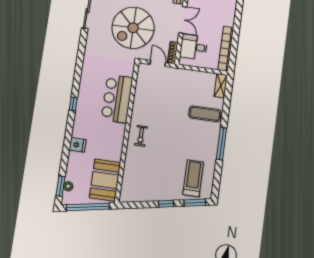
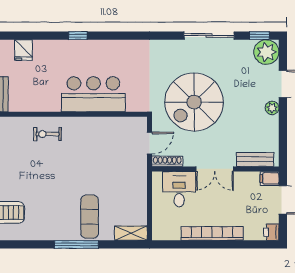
spiral stairs: (133, 28) -> (194, 102), turned -90
bookcase: (226, 49) -> (212, 233), moved
window: (221, 144) -> (76, 244), moved

